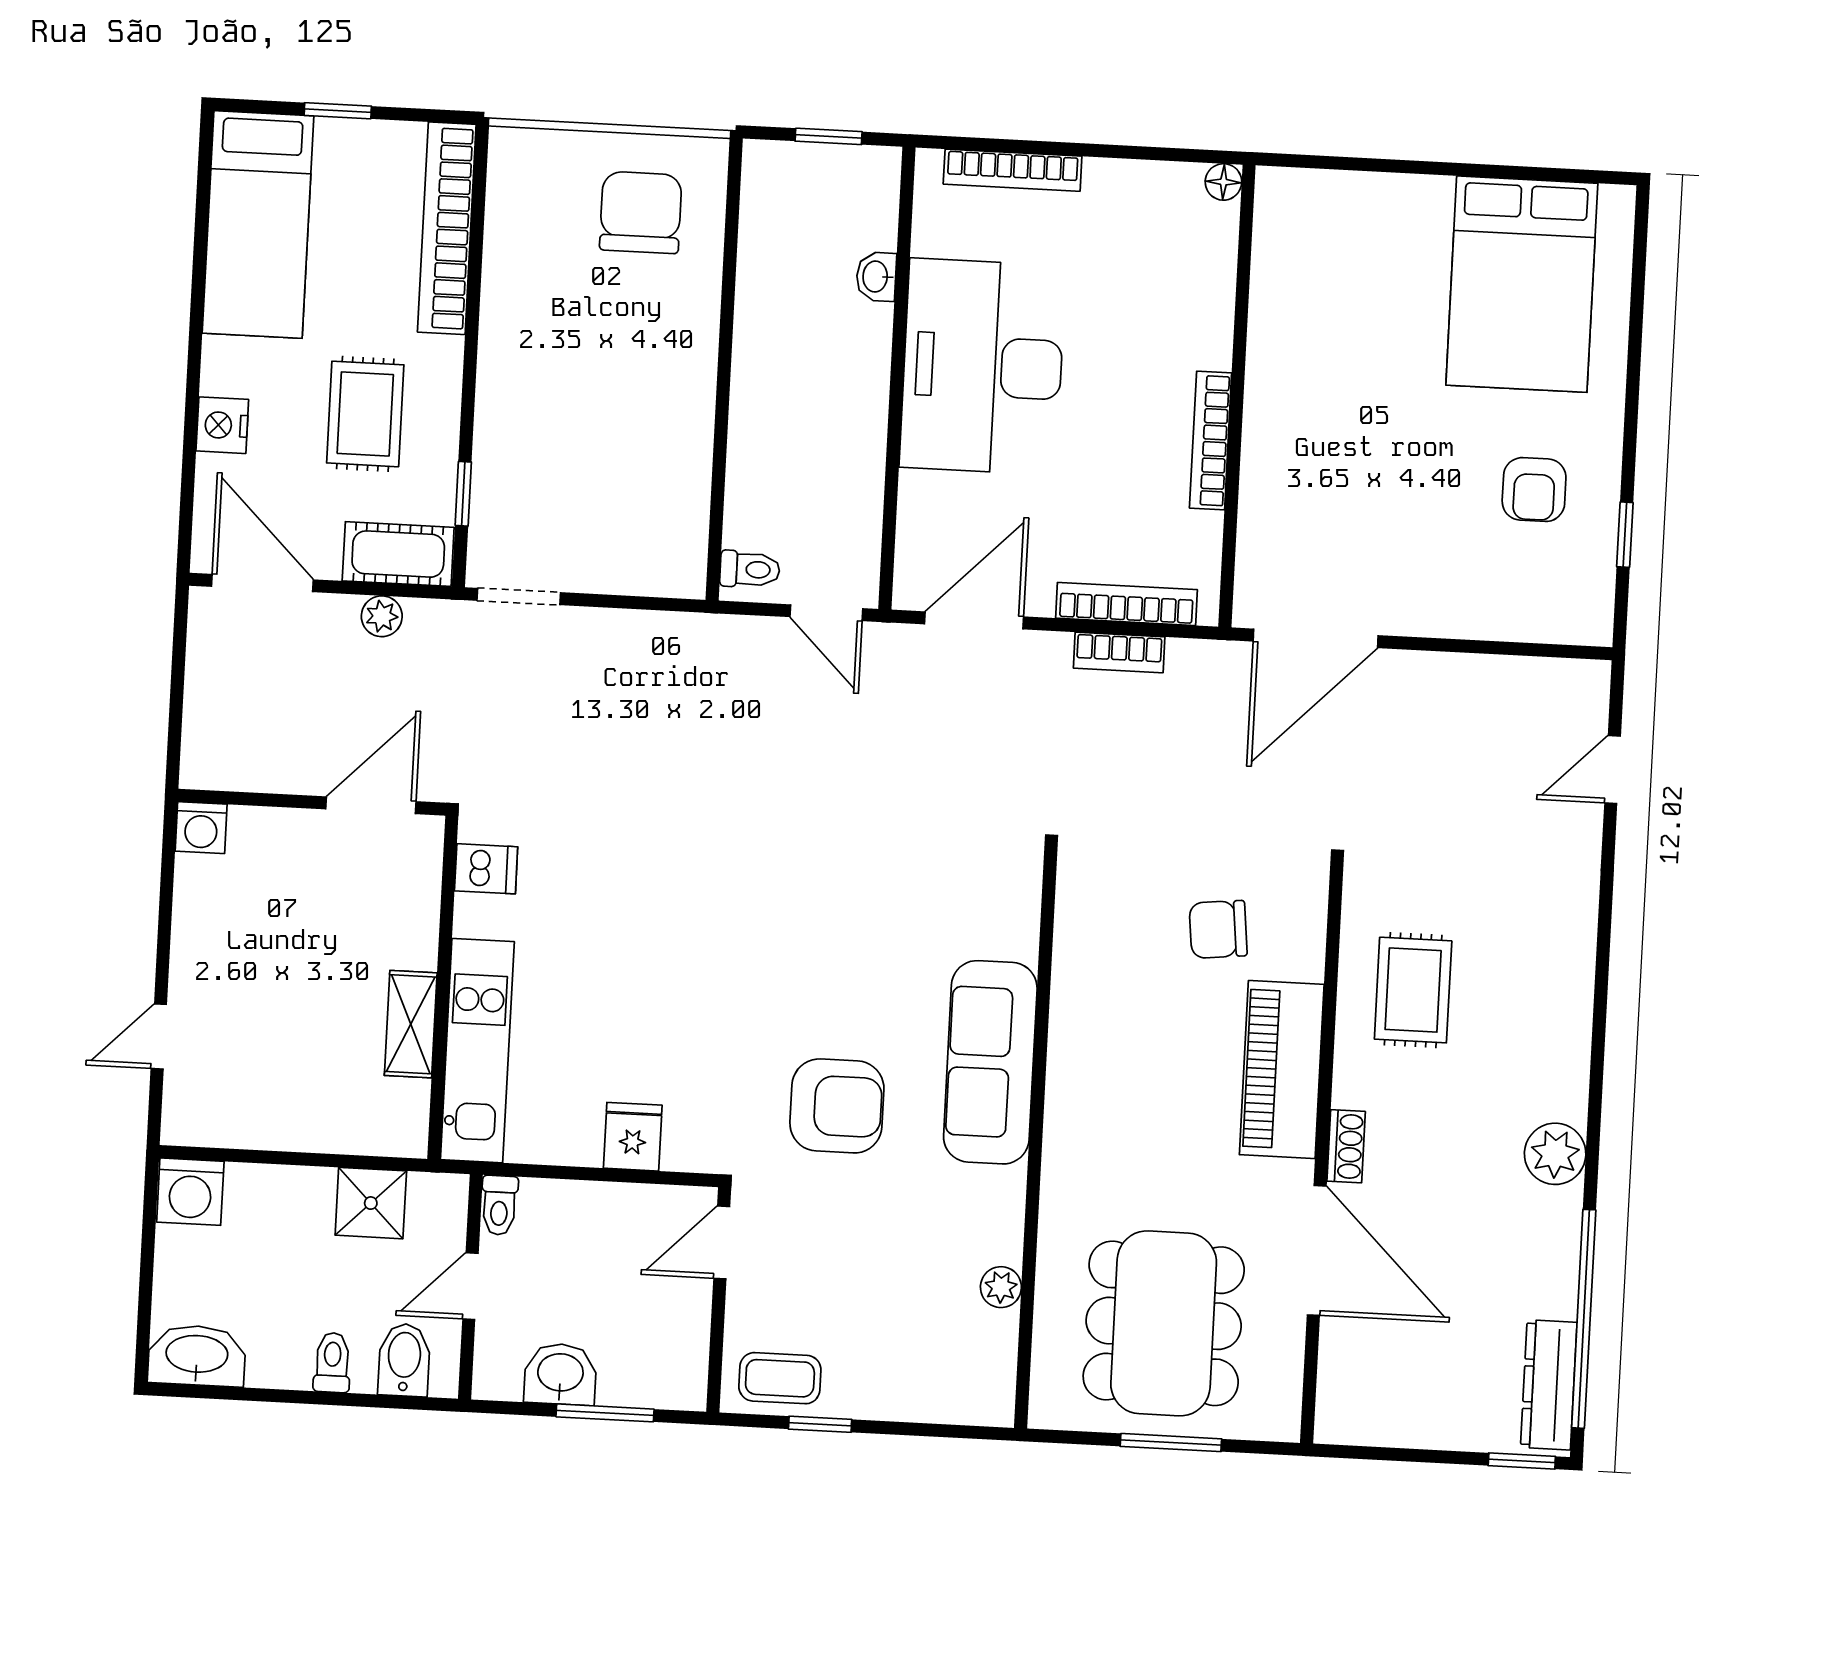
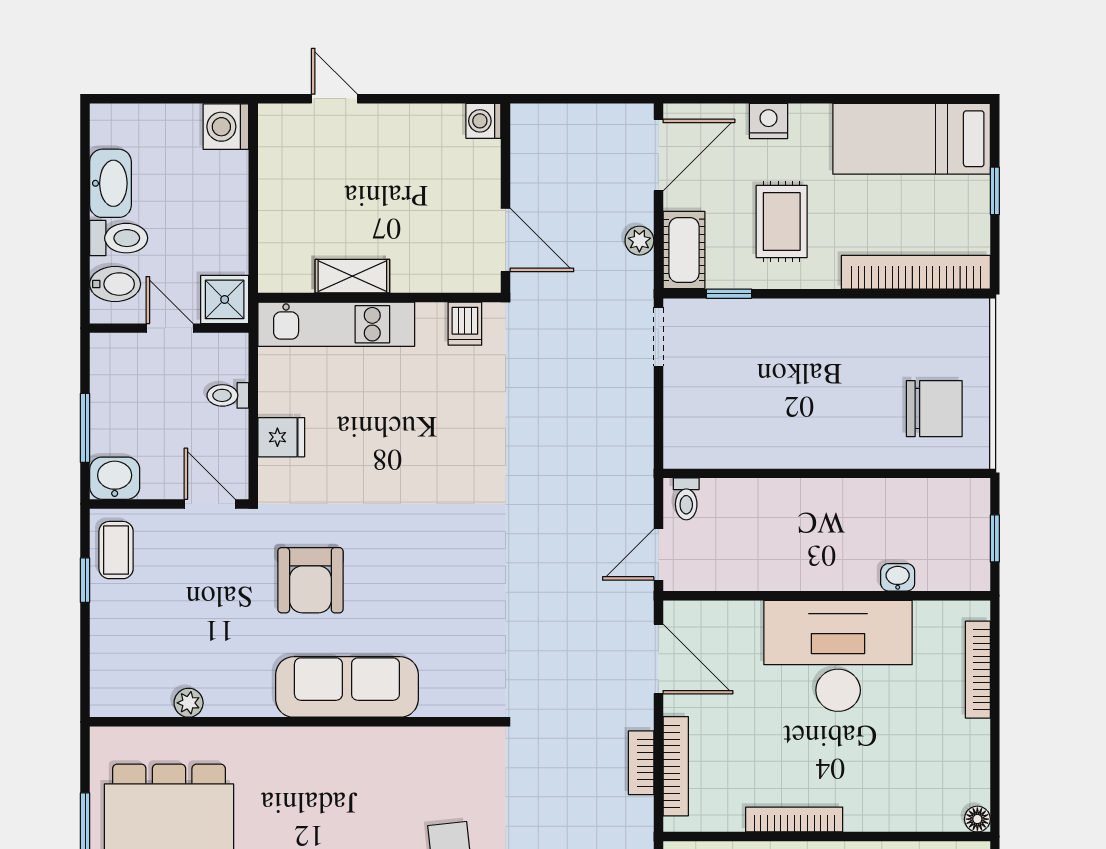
rug: (365, 414) -> (782, 222), turned 90
shower: (371, 1203) -> (225, 299), moved
toilet: (499, 1205) -> (228, 395), moved
washbasin: (197, 1356) -> (110, 183), moved
toilet: (332, 1363) -> (119, 238), width x1.37, depth x1.39
washbasin: (560, 1374) -> (115, 478), moved, turned -90

